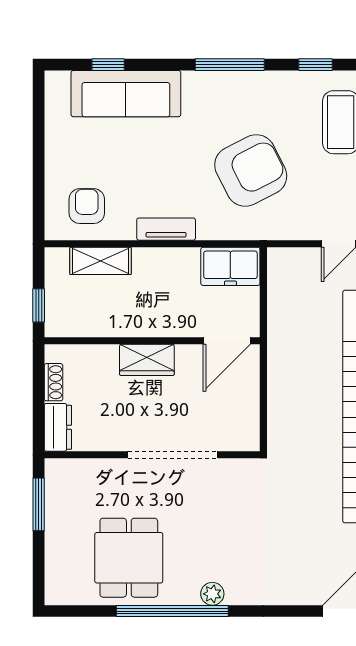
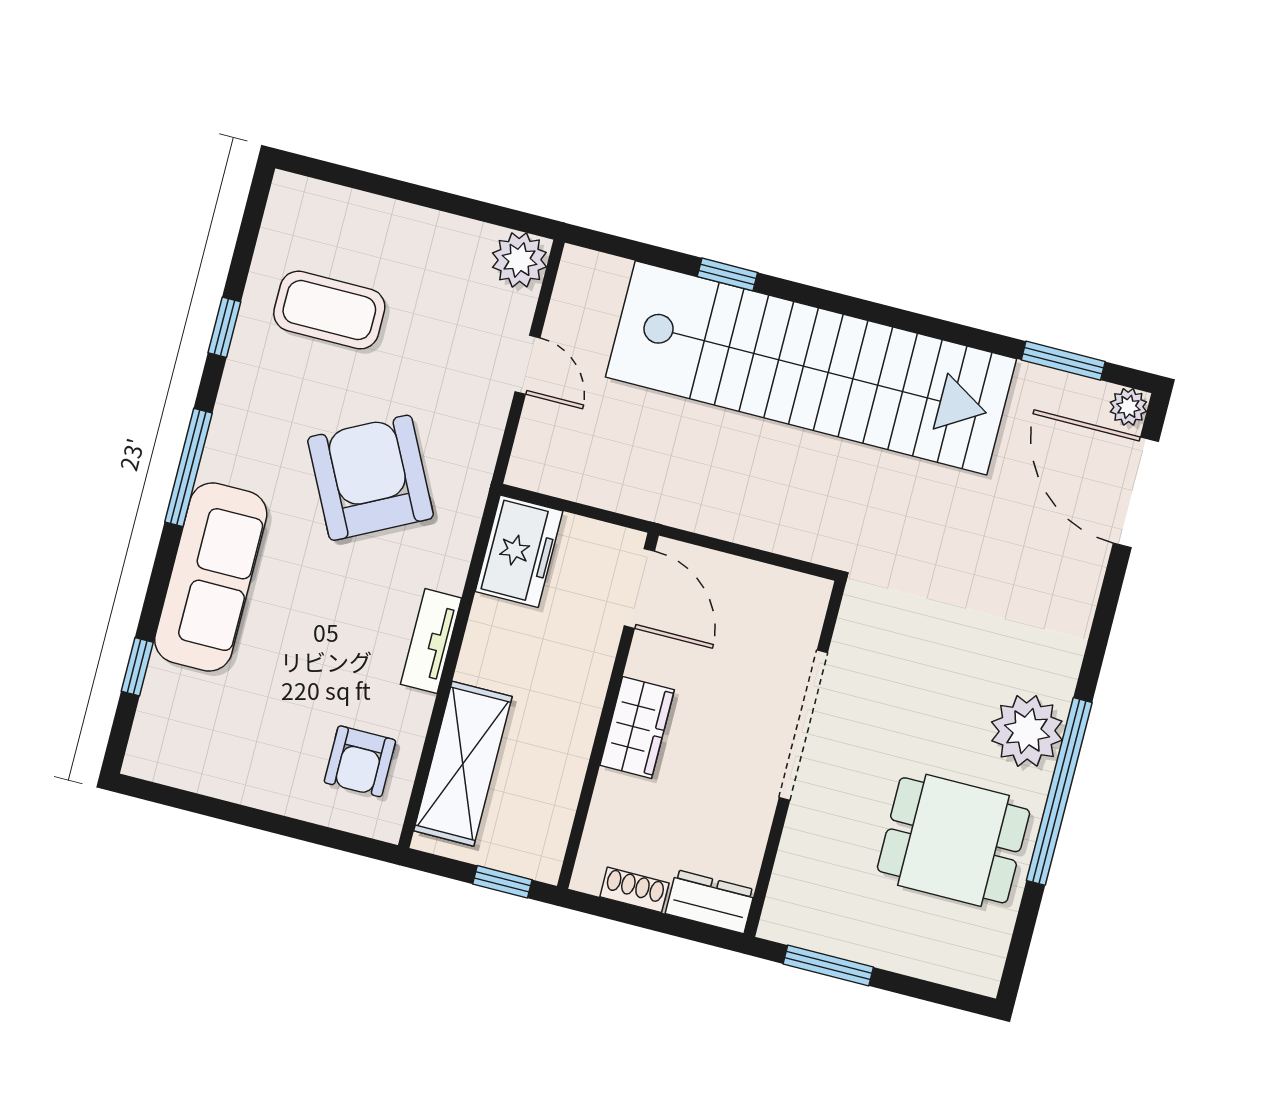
sofa: (126, 94) -> (211, 577), moved
armchair: (87, 206) -> (360, 761), turned -90
shelving: (101, 261) -> (463, 764), width x1.50, depth x1.33
plant: (212, 594) -> (1027, 731), width x1.88, depth x1.88

